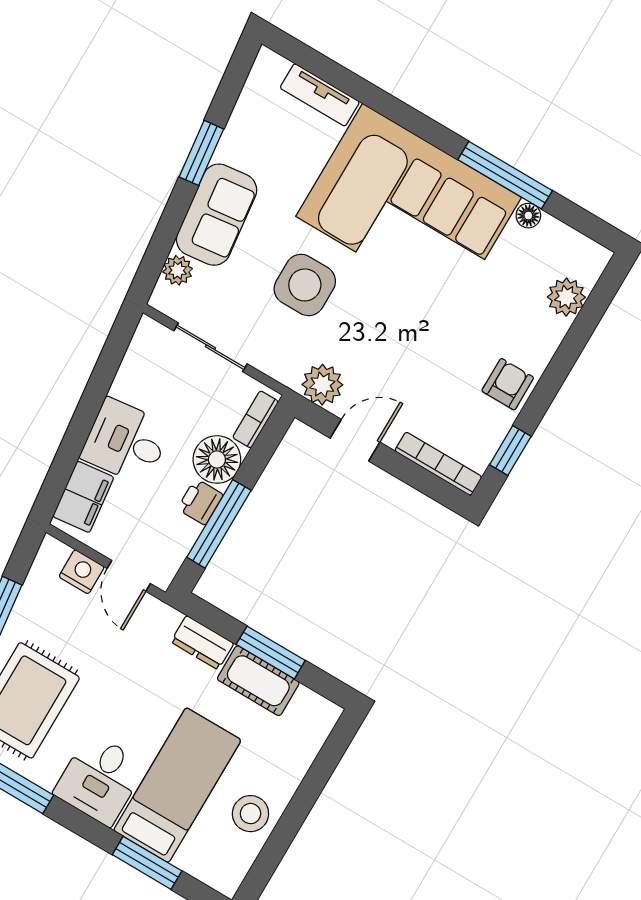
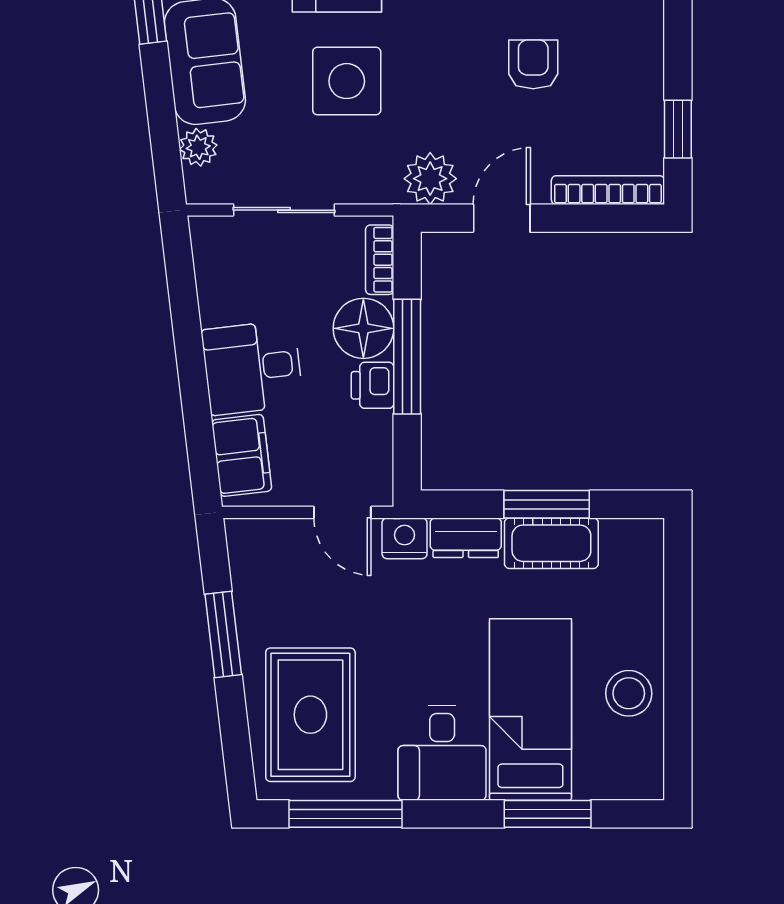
armchair: (508, 384) -> (533, 64), moved
window: (219, 524) -> (407, 357), moved
nightstand: (82, 572) -> (405, 538), moved

